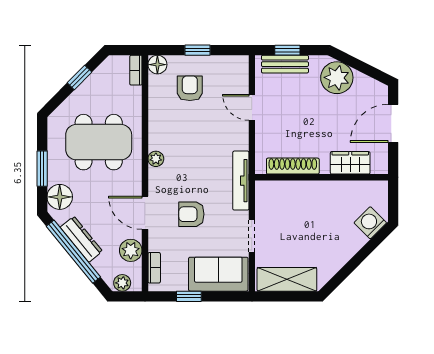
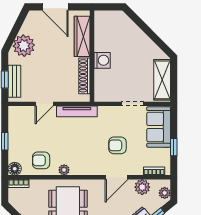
armchair: (190, 88) -> (41, 160), moved
plant: (156, 159) -> (64, 170), moved
wardrobe: (350, 163) -> (82, 36), width x1.50
tv unit: (241, 181) -> (77, 111), moved
armchair: (191, 214) -> (117, 145), turned 90
washing machine: (370, 223) -> (102, 60), moved, turned -135

